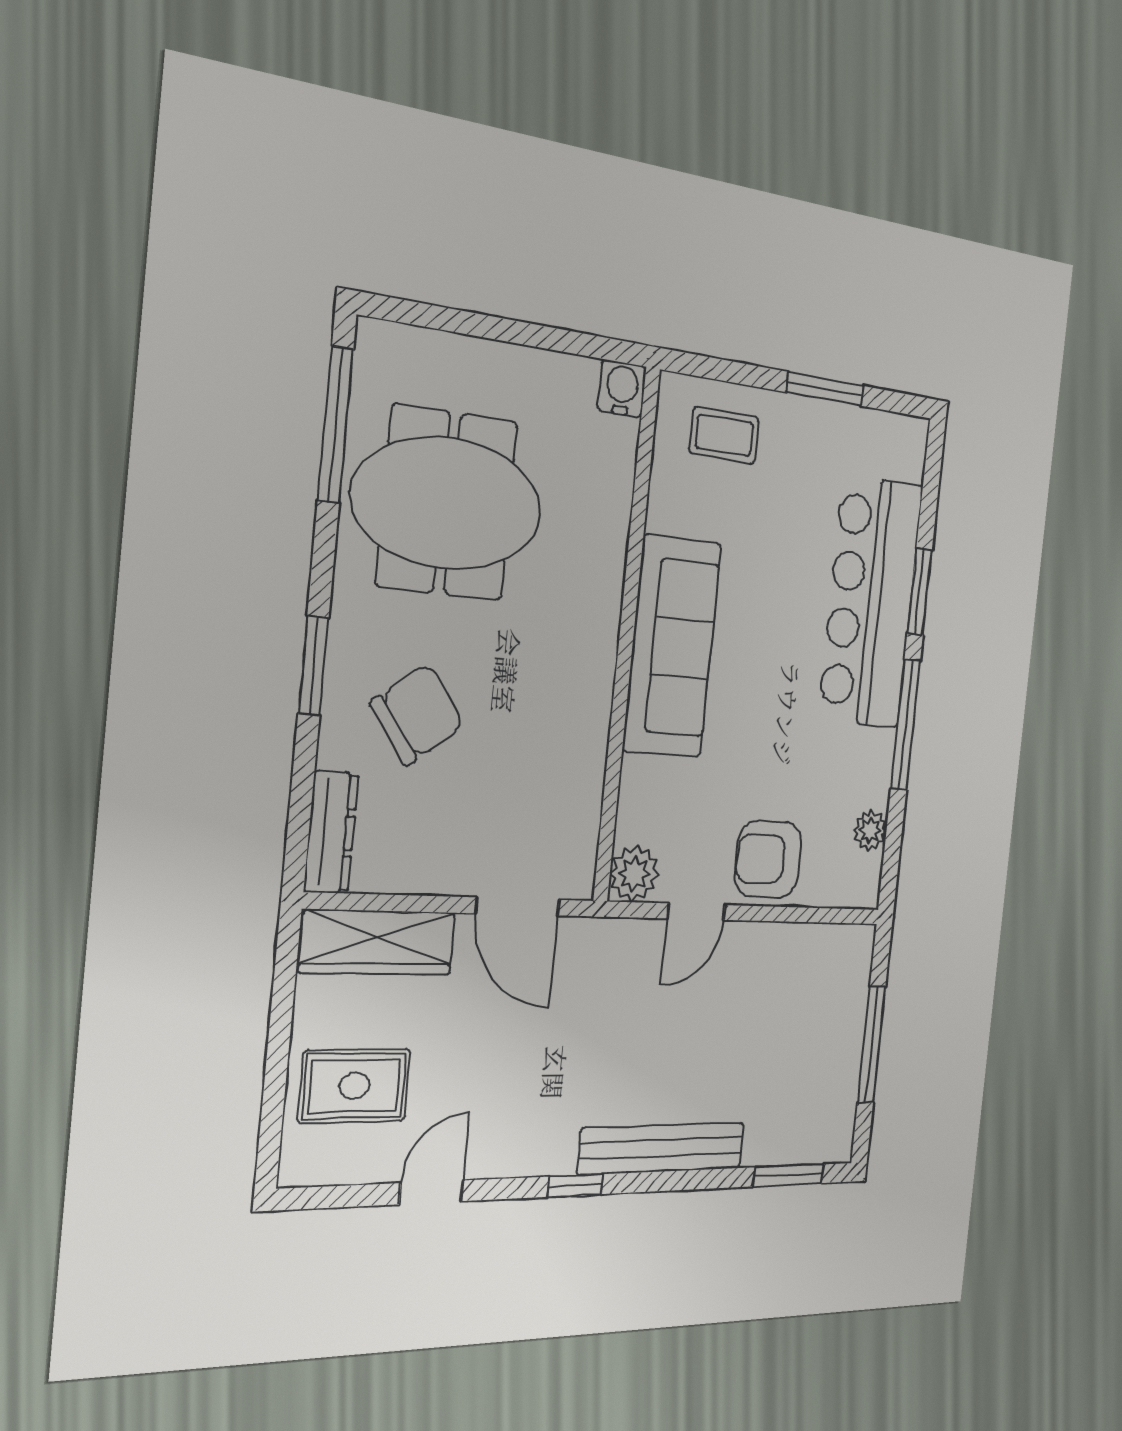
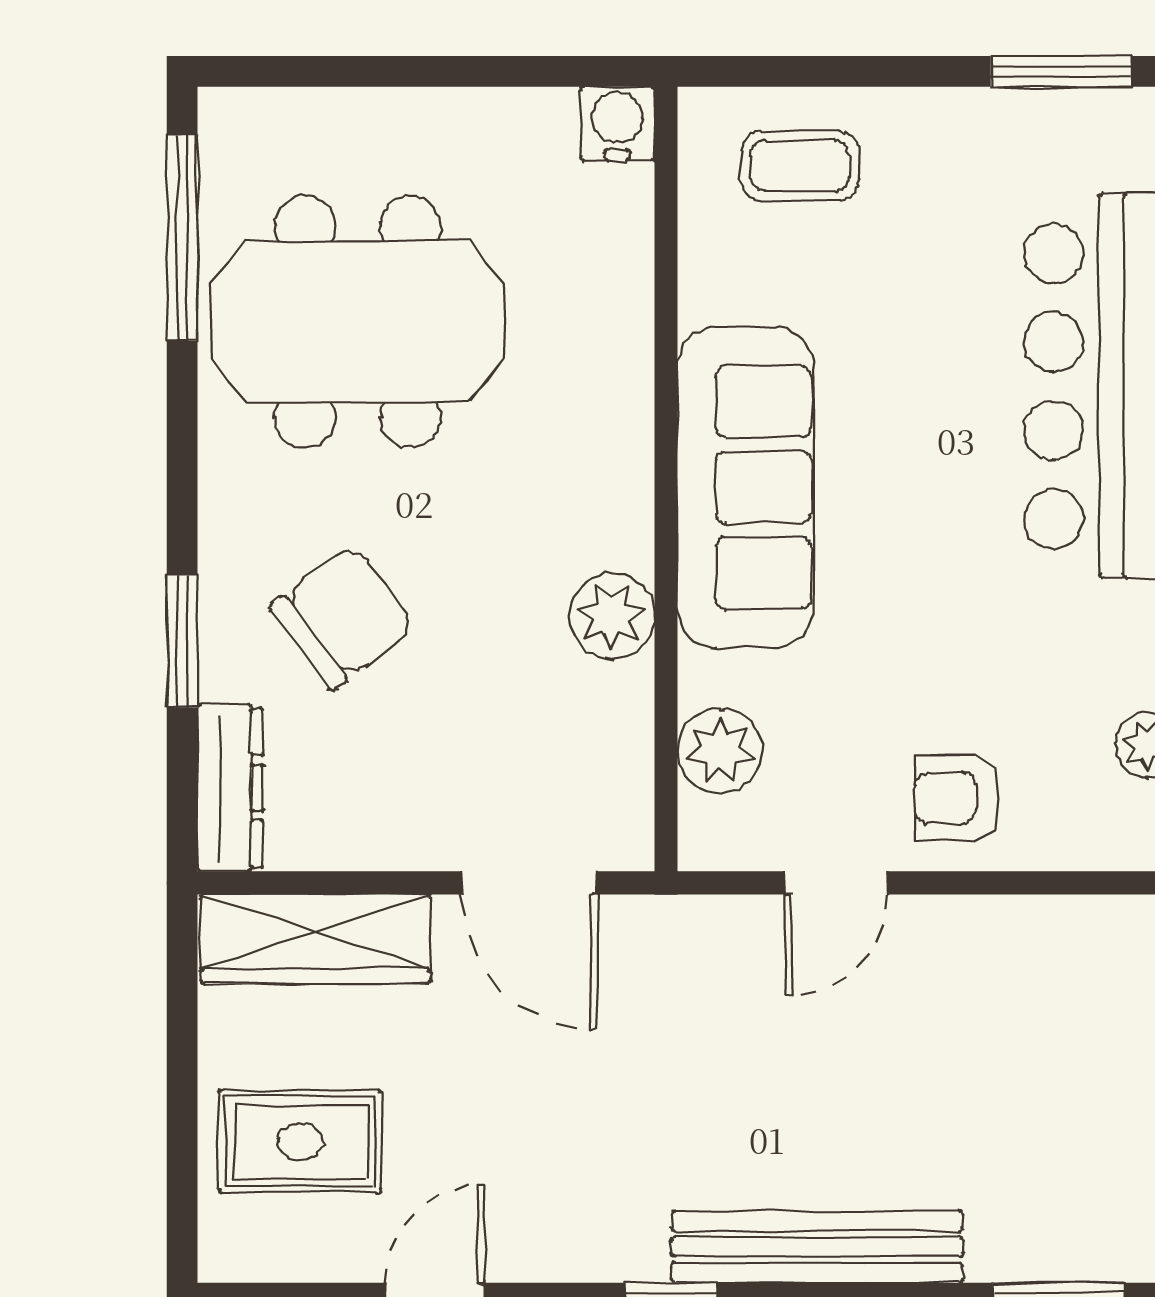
window: (825, 389) -> (1061, 71), moved
window: (313, 666) -> (182, 641), moved
plant: (585, 727) -> (612, 616), added
armchair: (768, 859) -> (958, 798), width x0.72, depth x0.72
plant: (634, 874) -> (720, 751), moved

